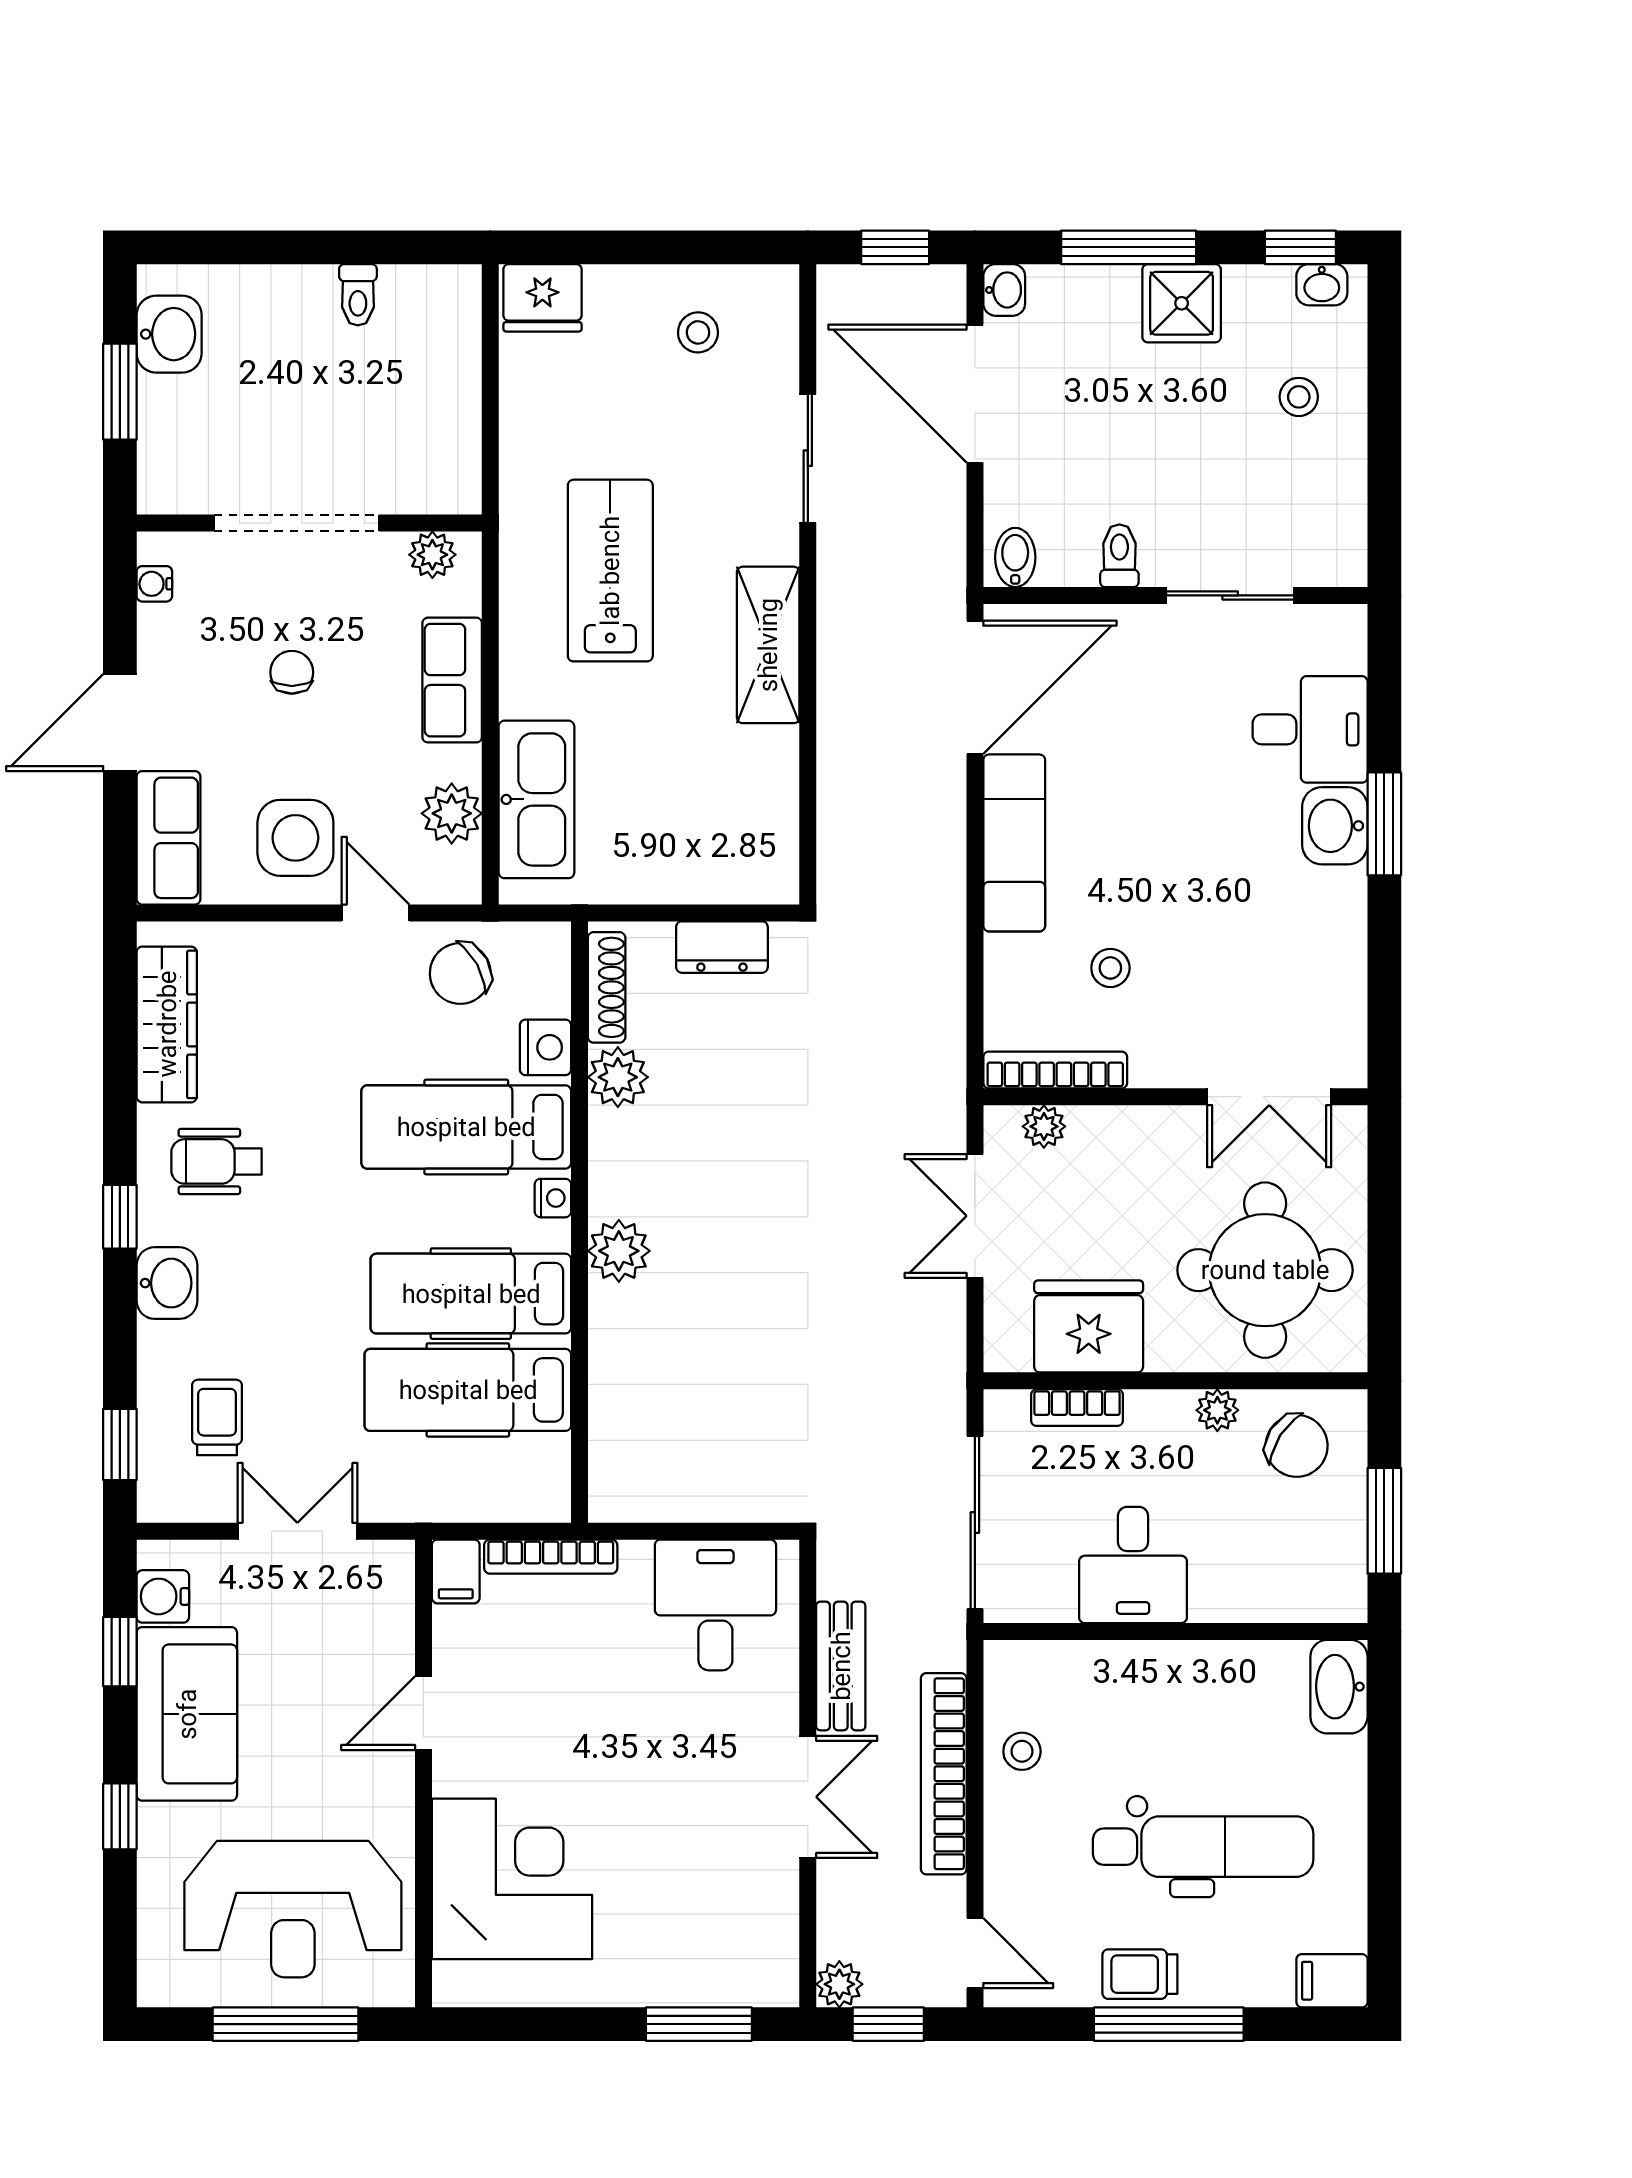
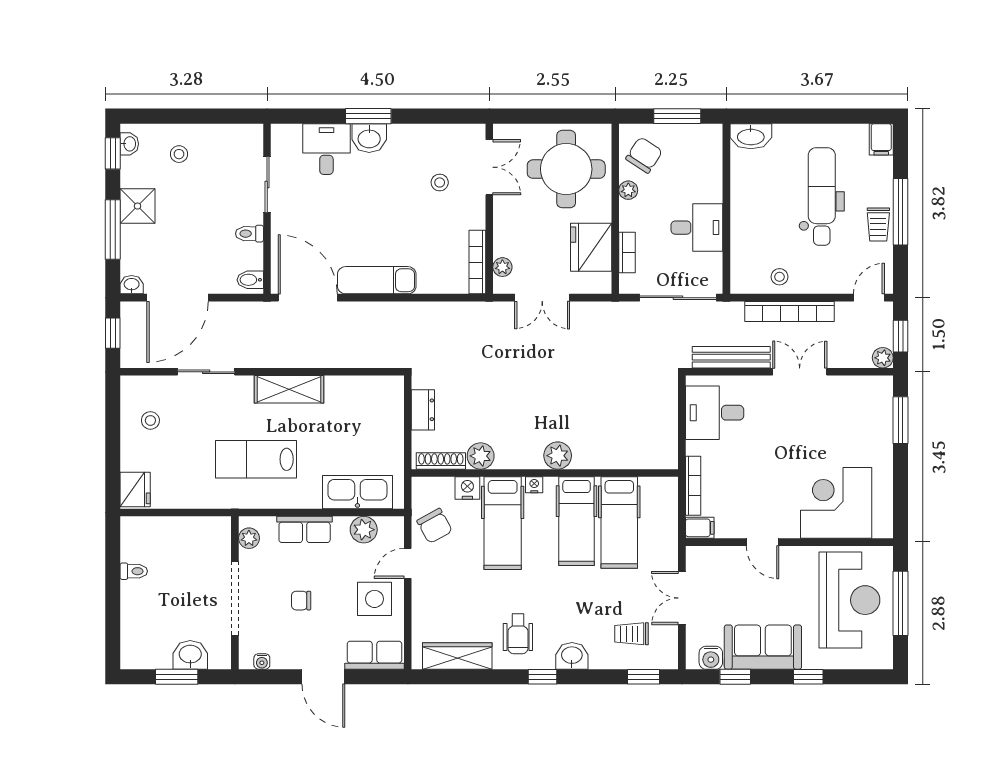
washbasin: (169, 334) -> (190, 655), moved
stool: (1110, 968) -> (440, 182), moved
bench: (841, 1666) -> (731, 357), width x1.36

